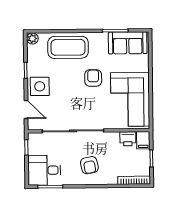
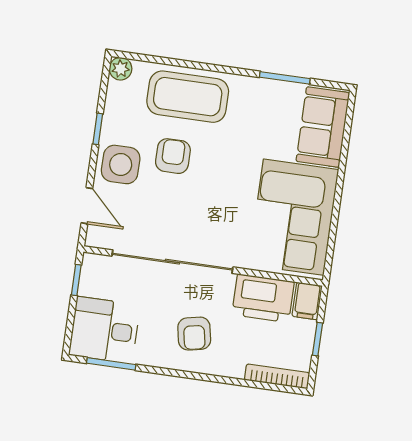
sofa: (128, 43) -> (323, 127), moved, turned 90
armchair: (93, 78) -> (173, 156), moved
printer: (128, 139) -> (263, 298), width x1.87, depth x1.48

